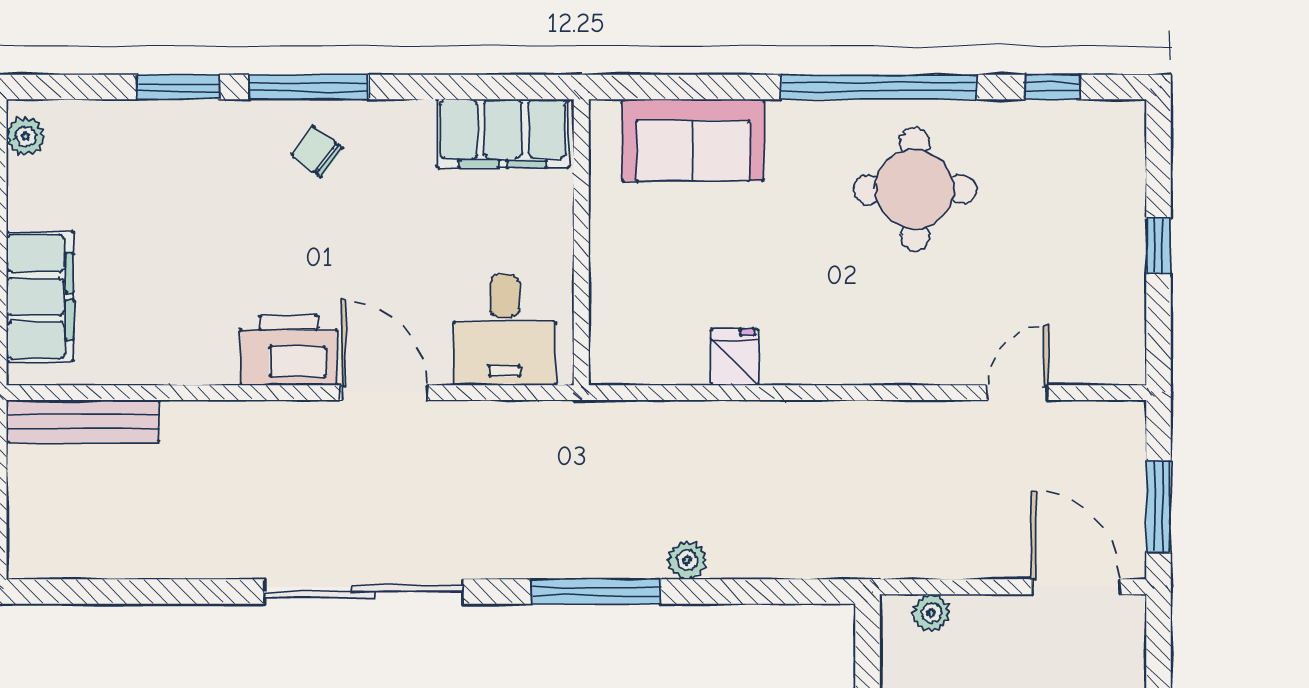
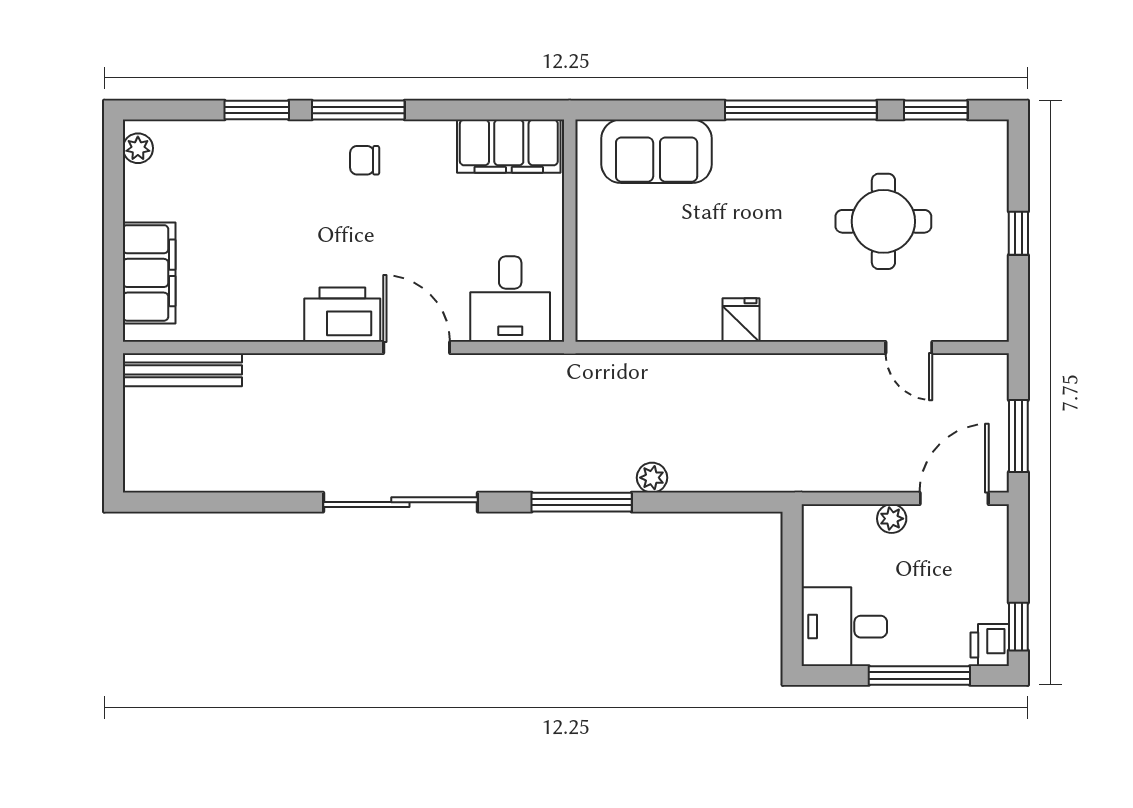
window: (1052, 87) -> (936, 110), width x1.50
chair: (317, 152) -> (365, 160), turned -37
round table: (915, 189) -> (883, 221), moved
fridge: (735, 357) -> (741, 320), moved
door: (1018, 393) -> (909, 348), swing flipped
door: (1076, 587) -> (954, 498), hinge flipped
plant: (931, 613) -> (892, 519), moved

